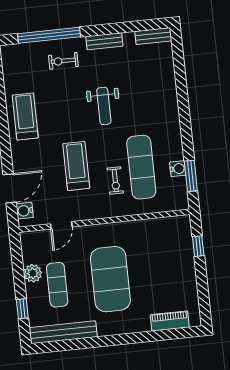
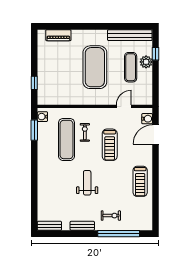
water cooler: (178, 169) -> (42, 117), moved
plant: (33, 273) -> (146, 62), moved

